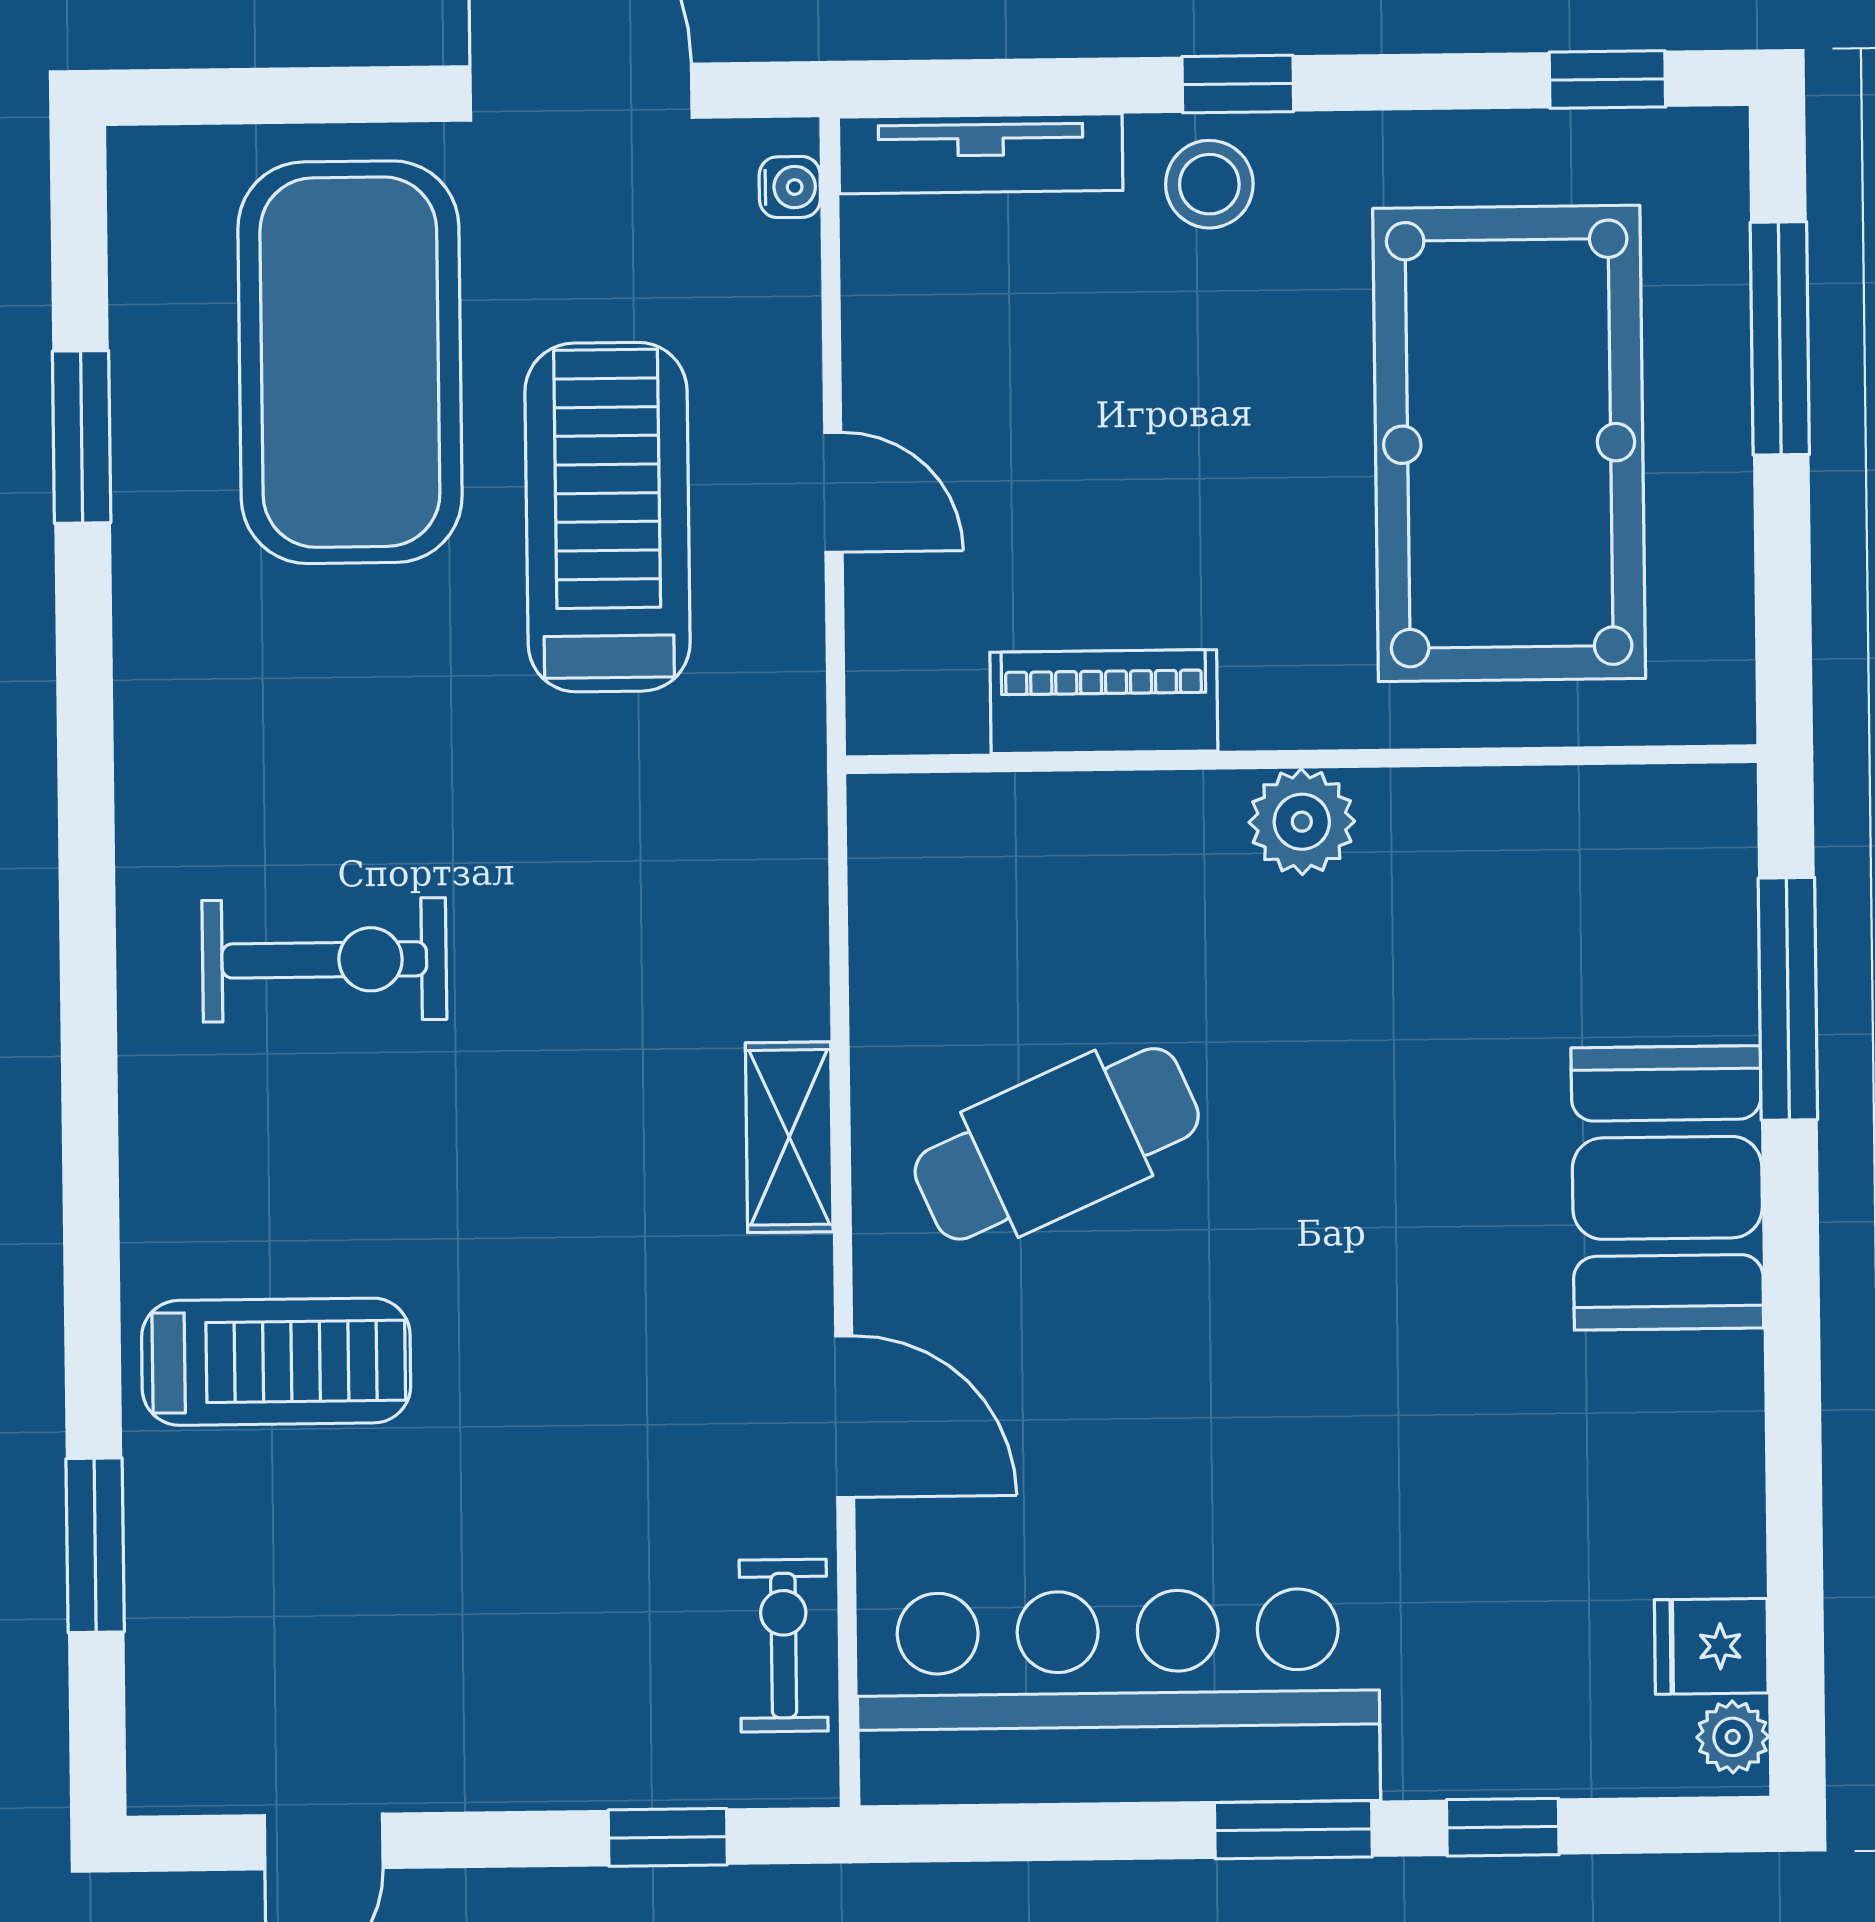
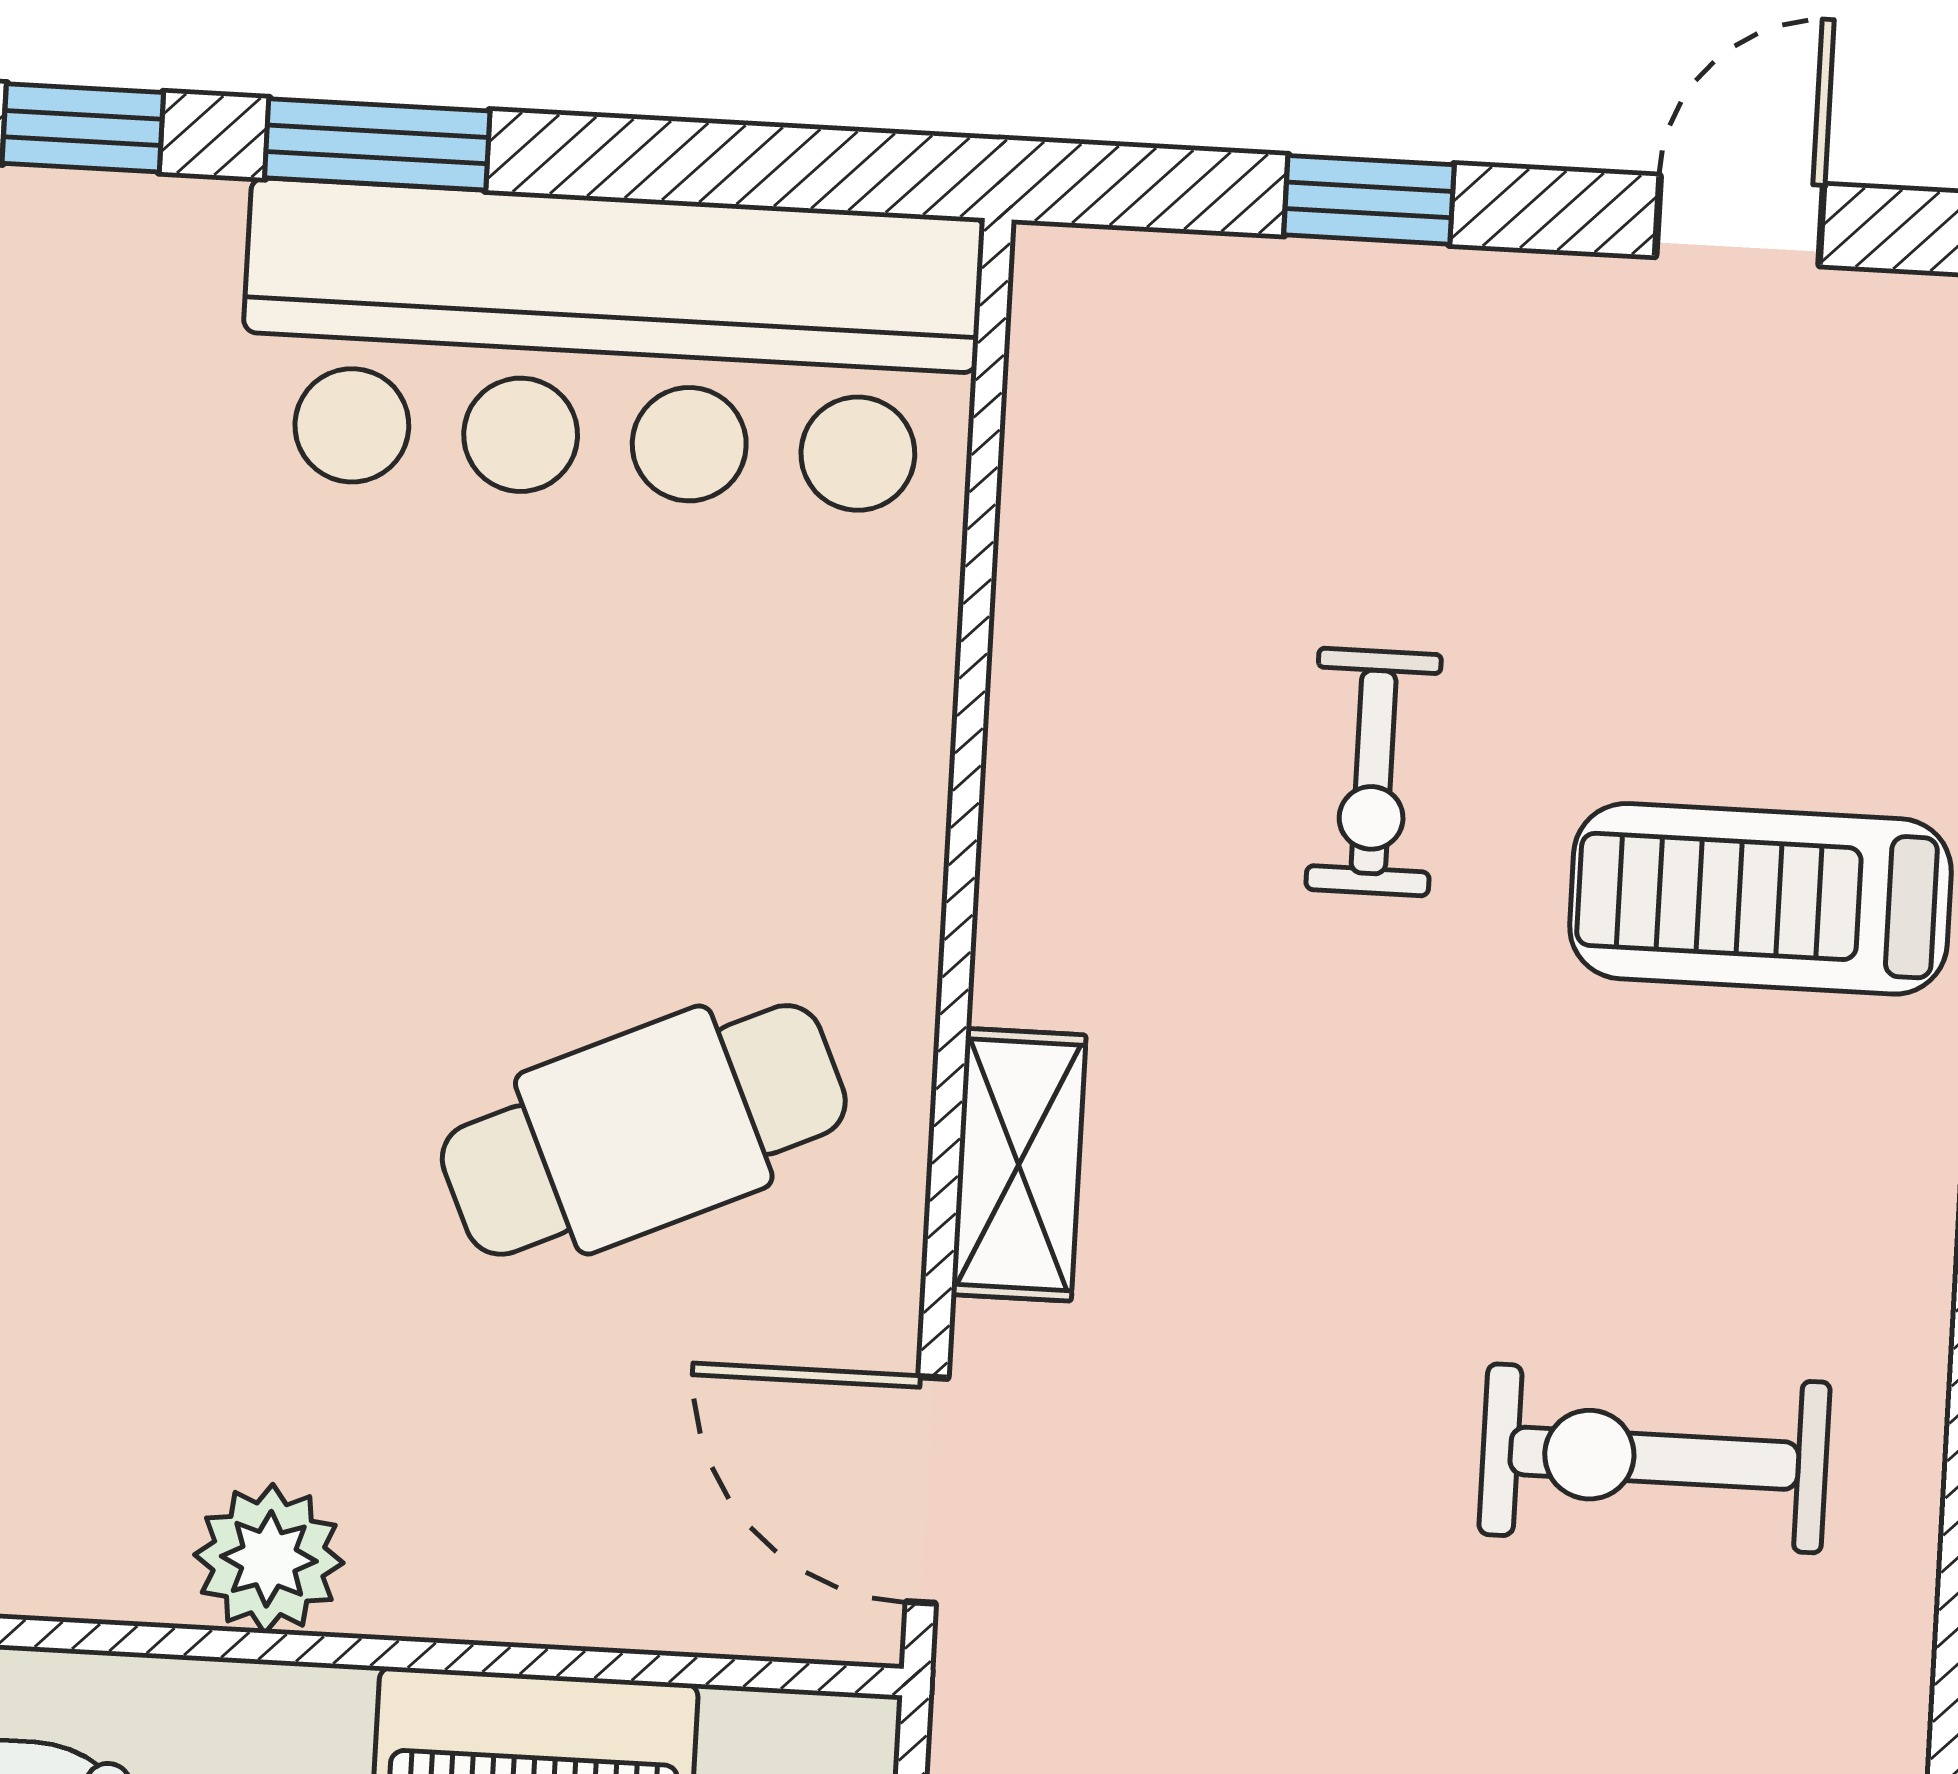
door: (845, 1417) -> (927, 1490), moved
exercise bike: (784, 1646) -> (1374, 772), moved
window: (668, 1837) -> (1369, 200), moved

